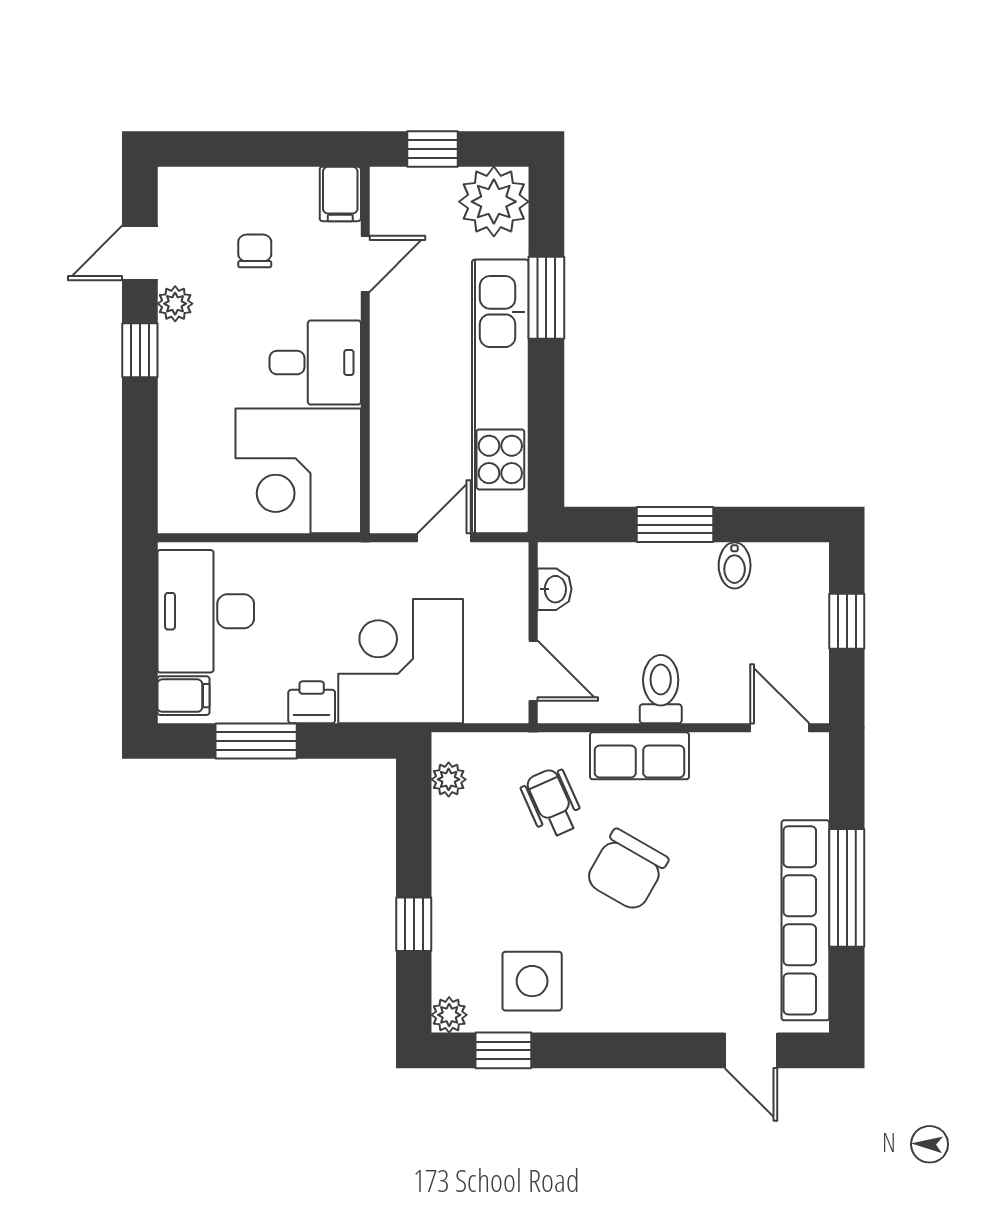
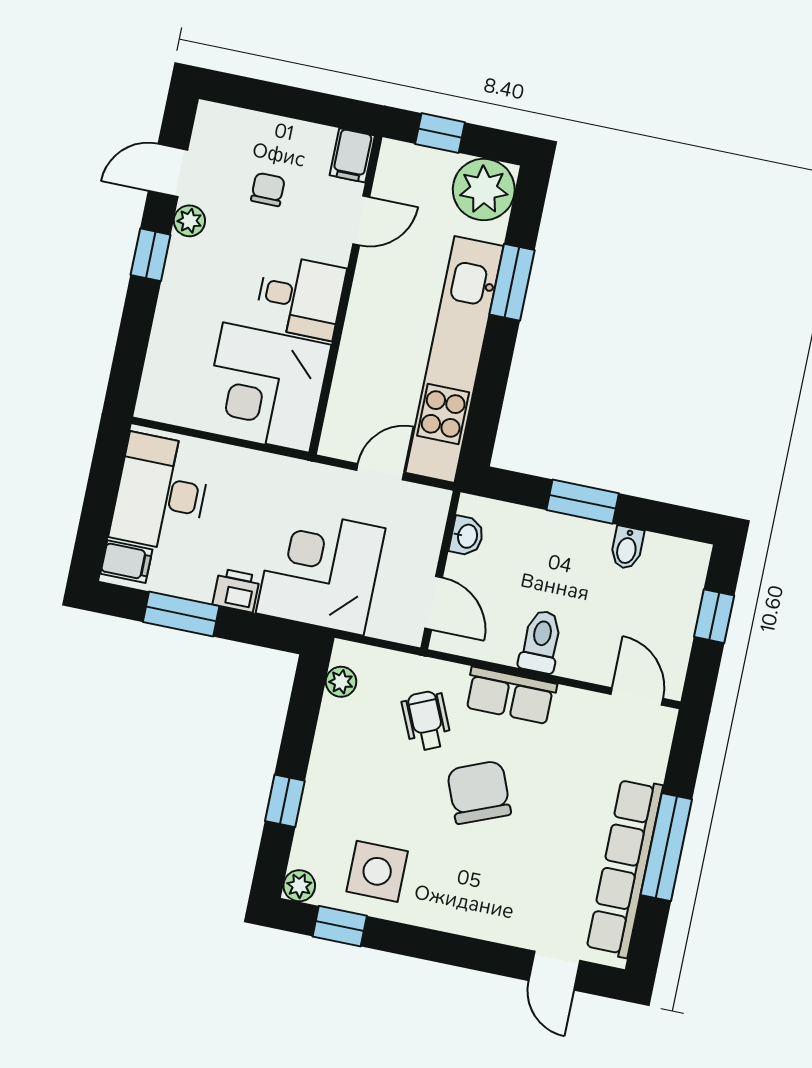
chair: (627, 870) -> (479, 792), turned 128

